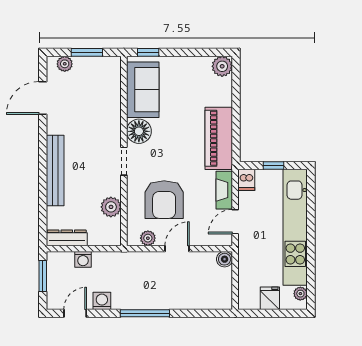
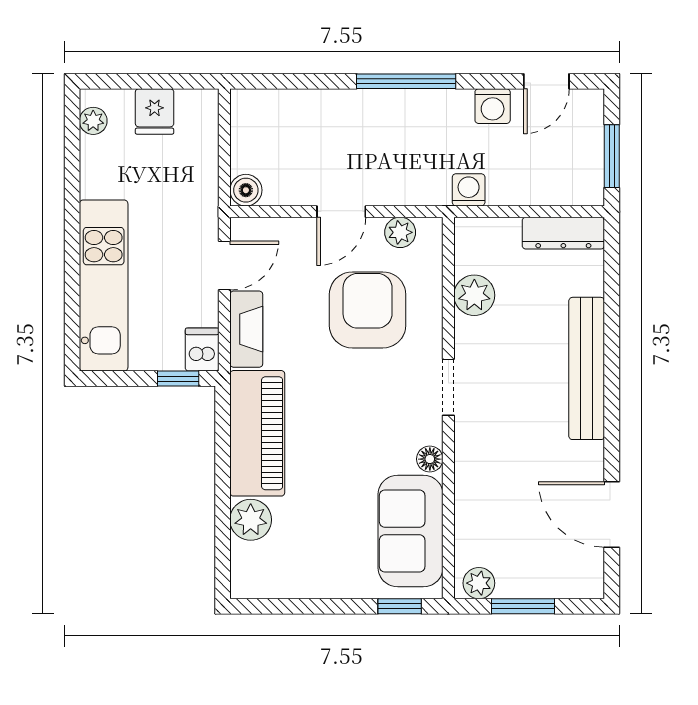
plant: (65, 64) -> (479, 583), moved
plant: (222, 66) -> (251, 520), moved
door: (43, 98) -> (612, 514), swing flipped
floor lamp: (139, 131) -> (430, 459), width x0.53, depth x0.53
window: (273, 165) -> (178, 379), moved
kitchen unit: (295, 227) -> (104, 286), width x0.73
washing machine: (83, 259) -> (469, 190), moved

